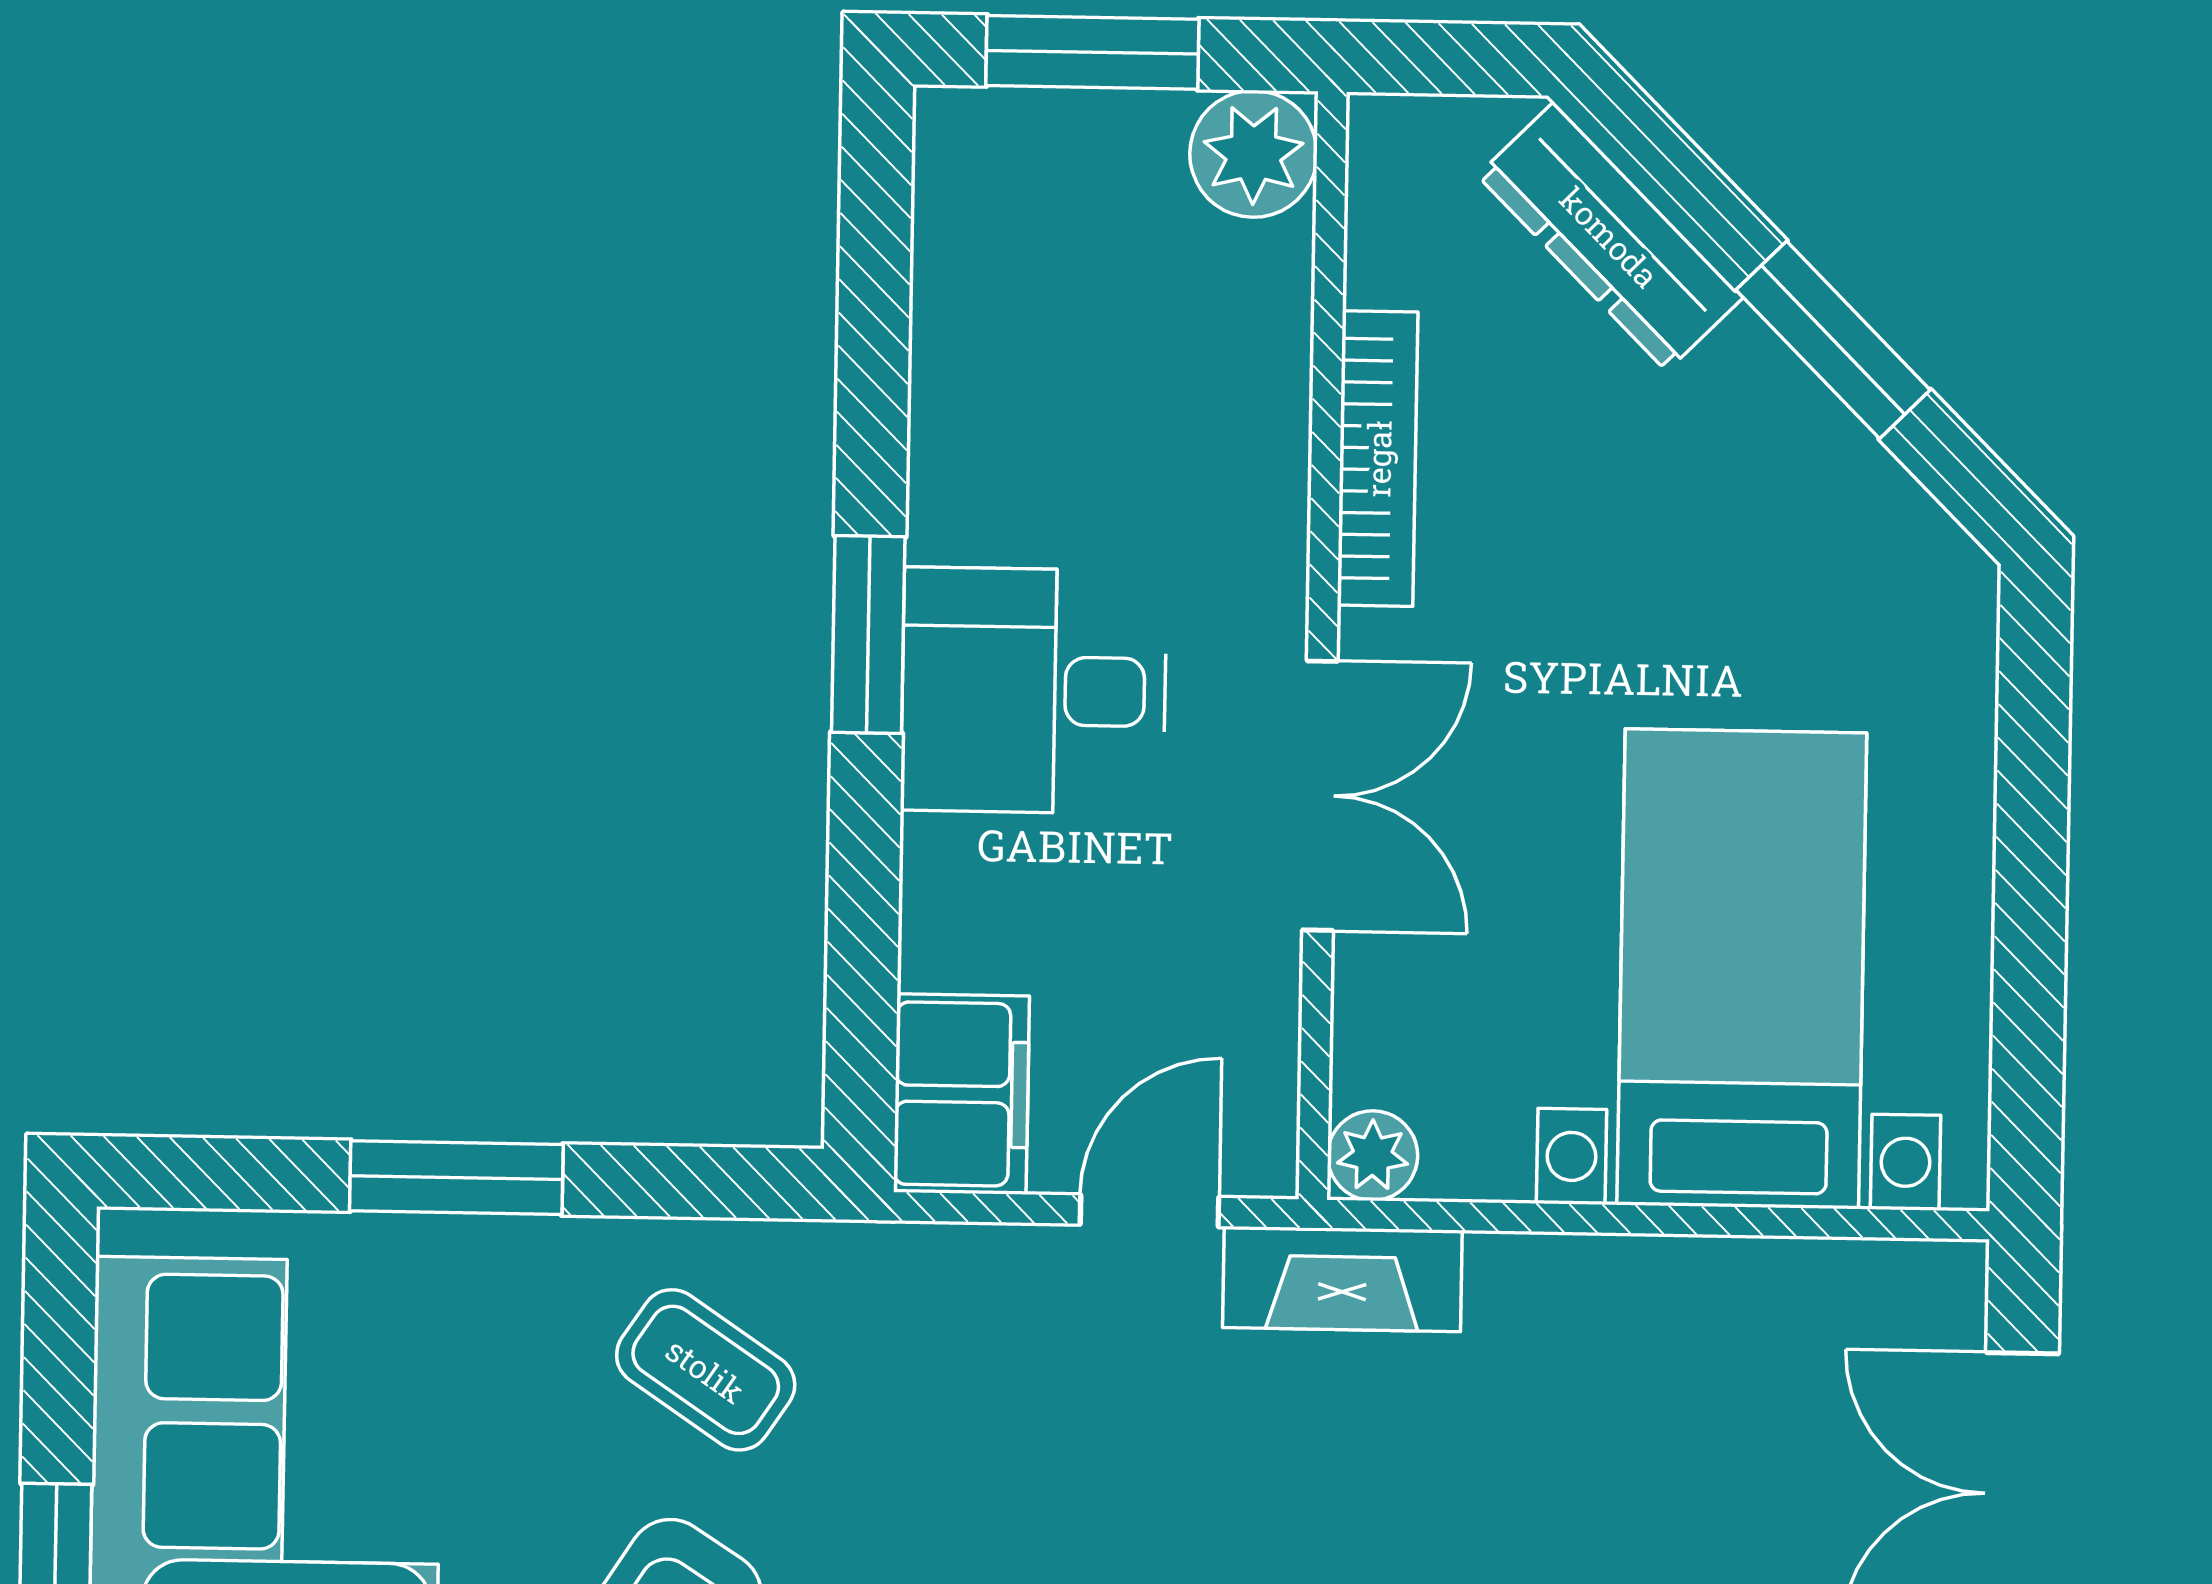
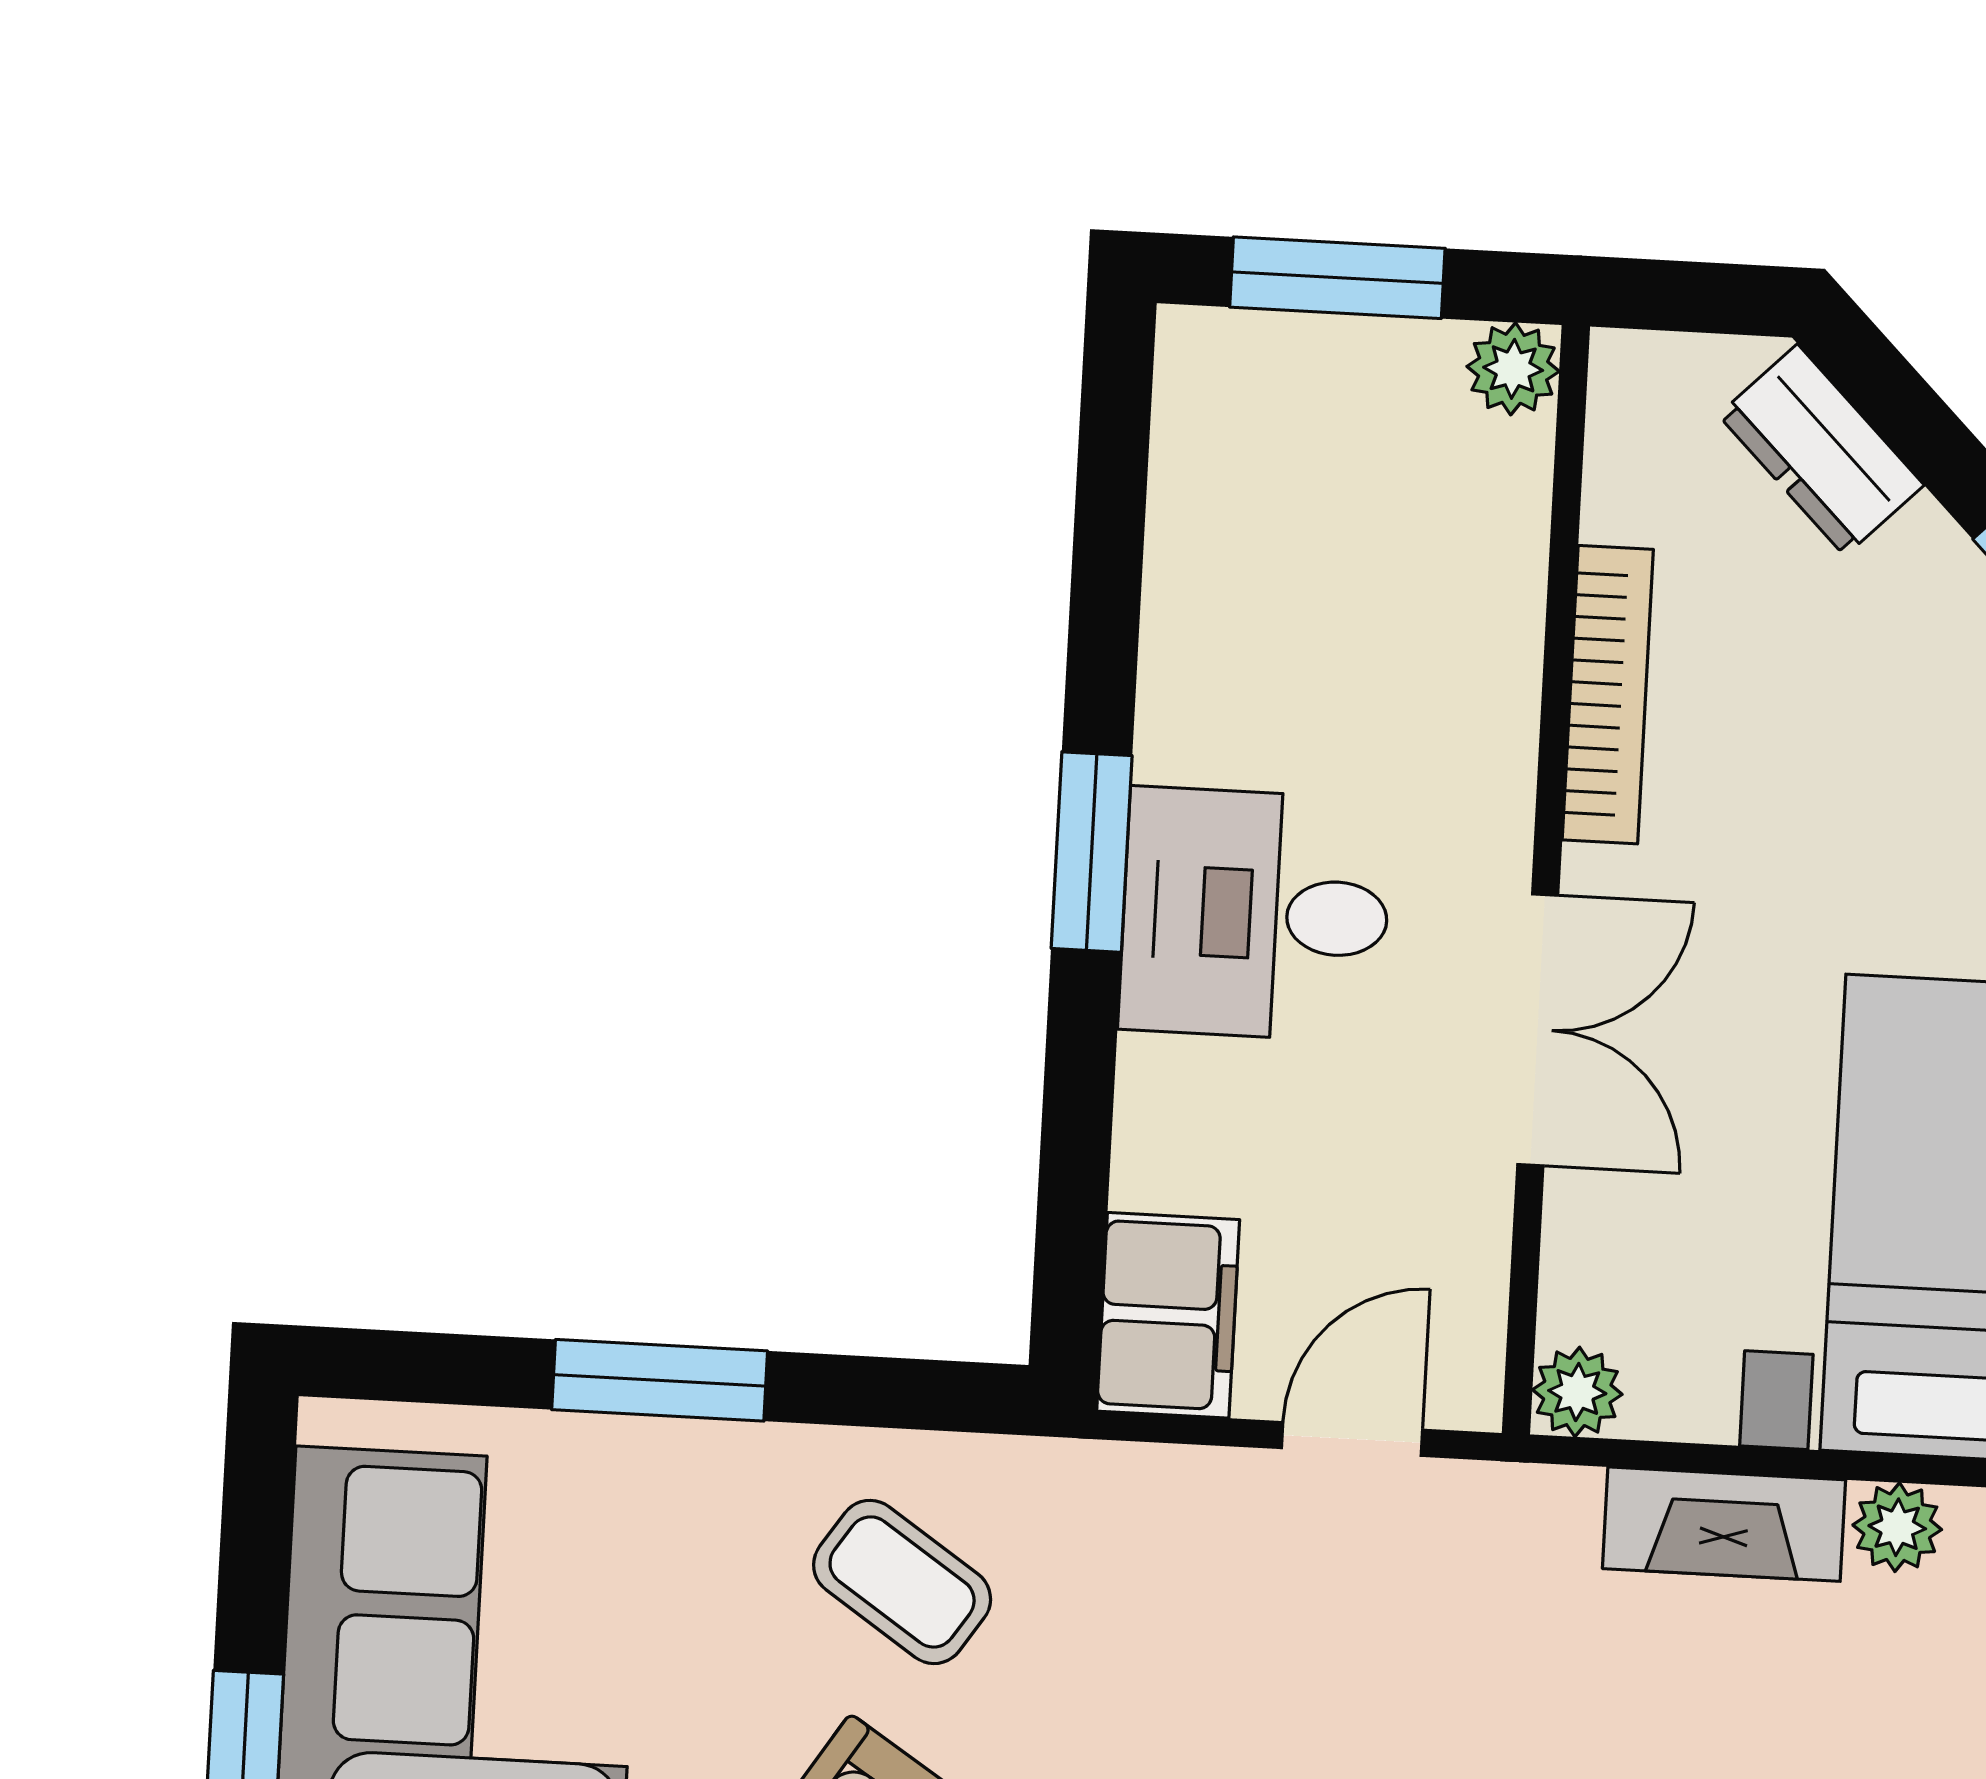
plant: (1253, 154) -> (1513, 369), width x0.73, depth x0.73
dresser: (1610, 237) -> (1821, 450), width x0.70
fireplace: (1342, 1279) -> (1724, 1524), moved
plant: (1697, 1279) -> (1897, 1527), added

